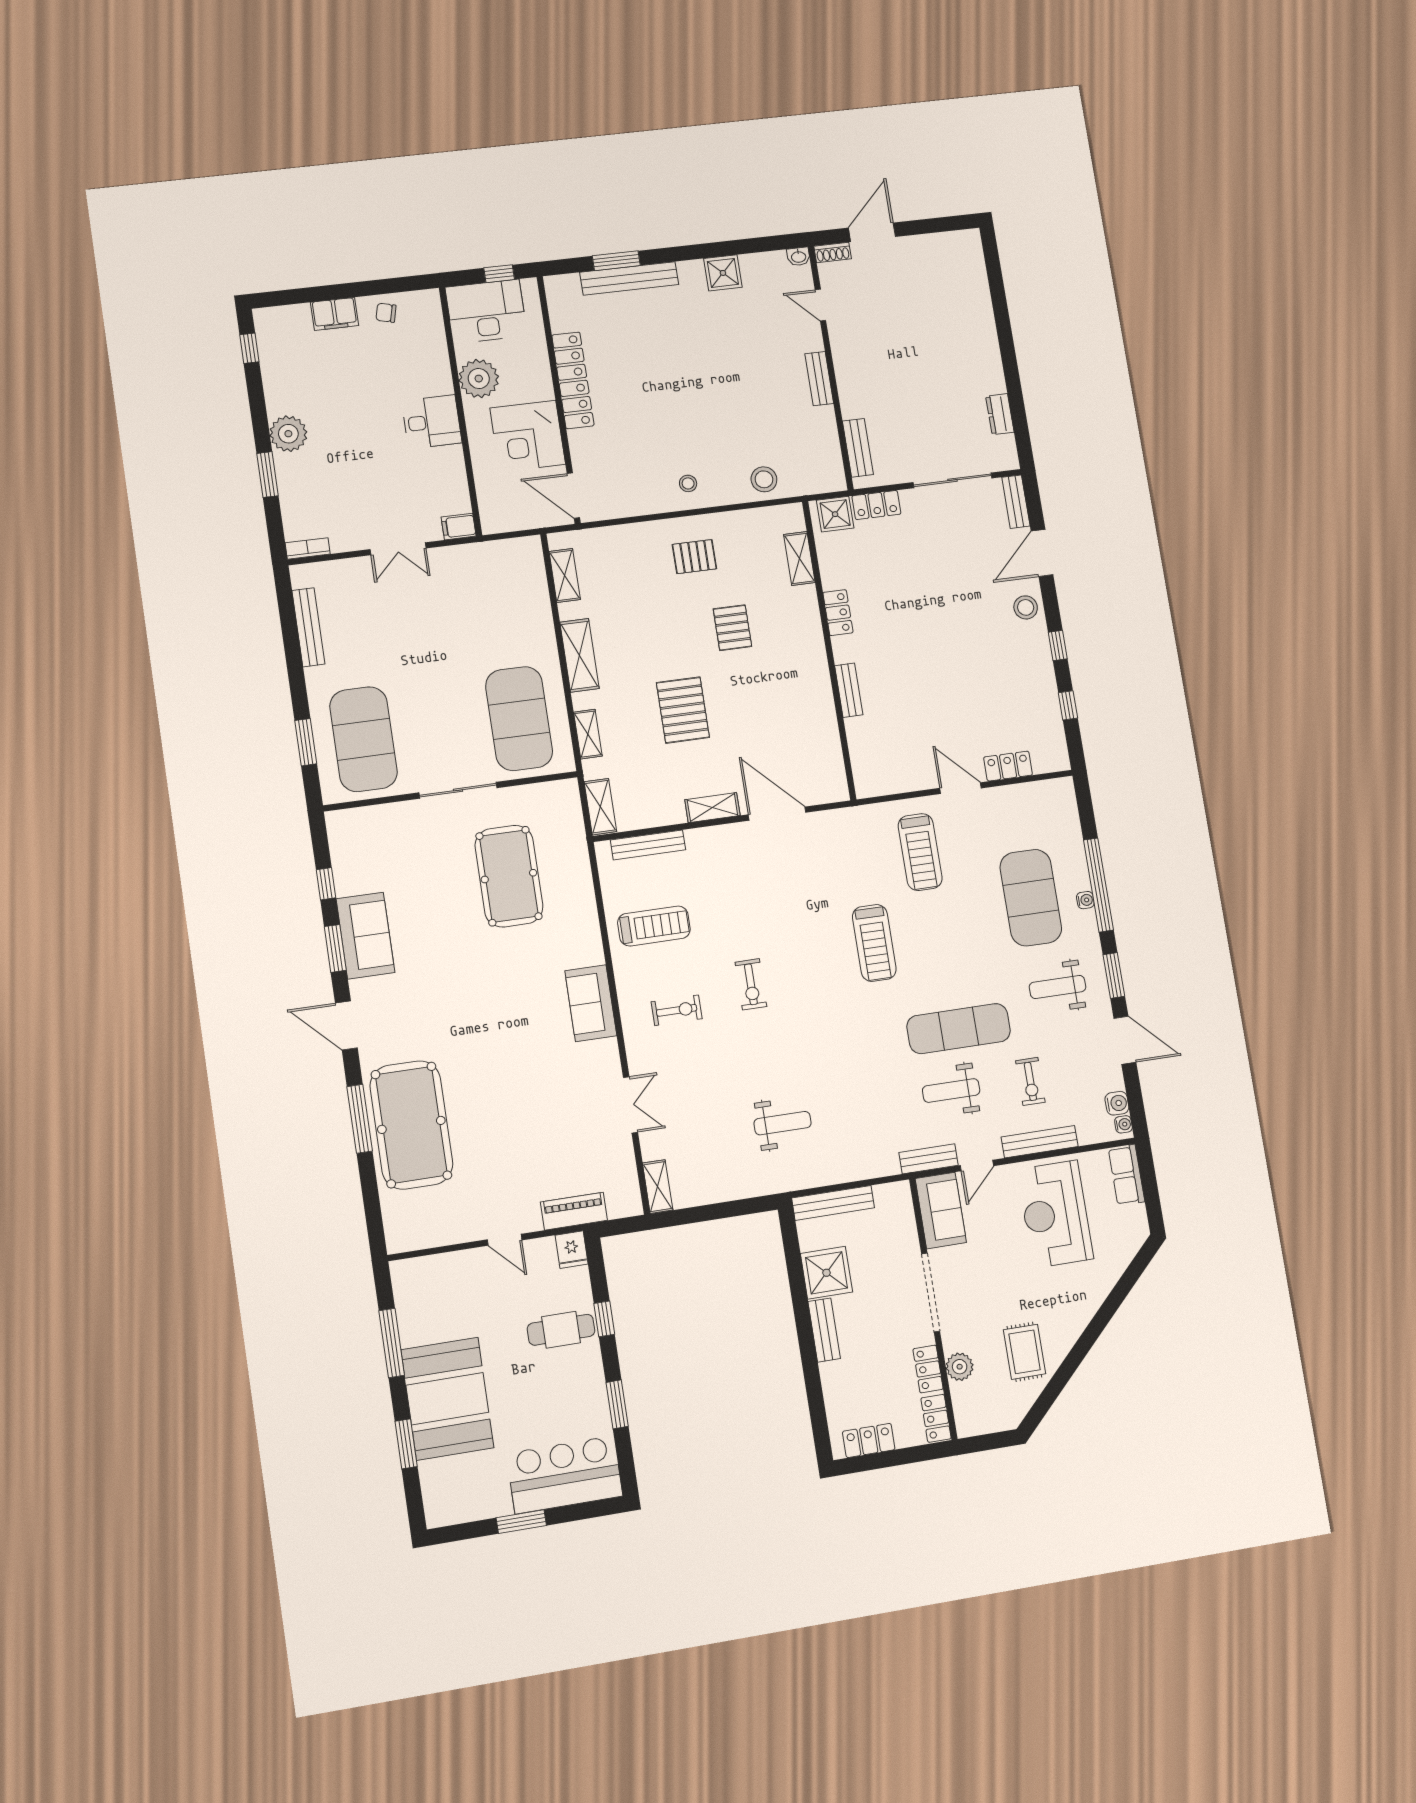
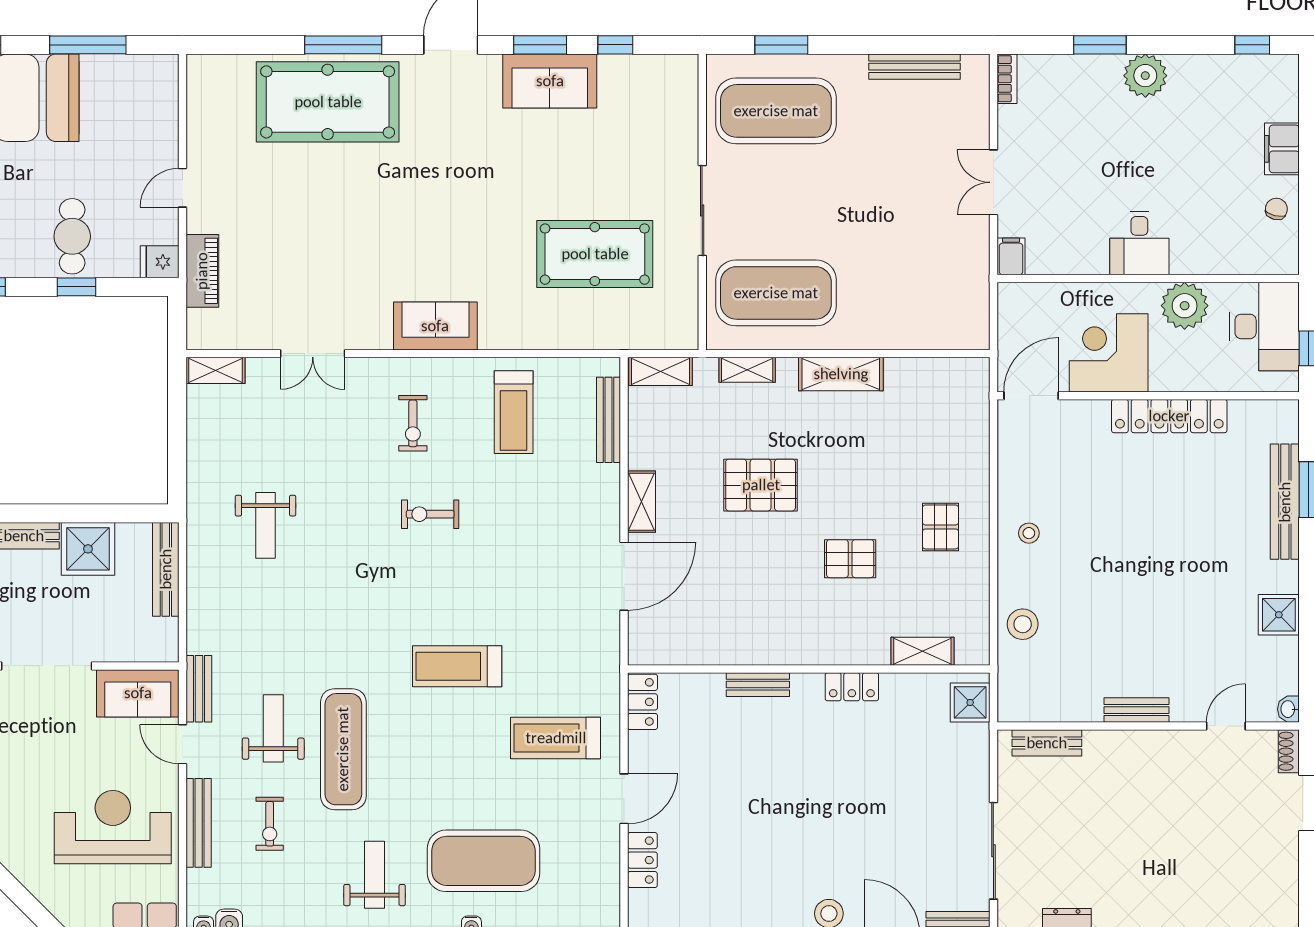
locker: (876, 505) -> (643, 702), moved, turned 180
shelving: (565, 575) -> (937, 371), removed
exercise bike: (1030, 1081) -> (270, 824), turned -90

